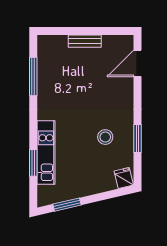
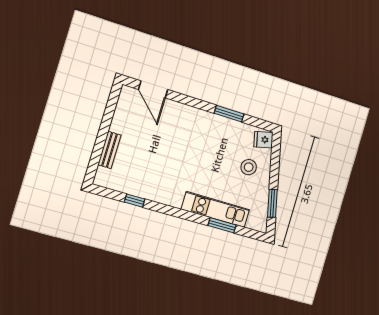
bench: (85, 41) -> (110, 150), moved
window: (33, 76) -> (135, 201), width x0.46
stool: (105, 137) -> (249, 167), moved

